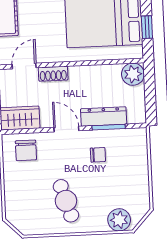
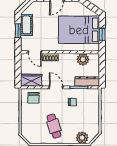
door: (24, 66) -> (35, 52), swing flipped
plant: (133, 74) -> (83, 59), moved
dresser: (104, 117) -> (87, 82), moved

